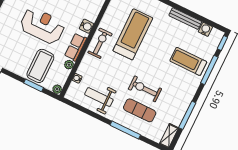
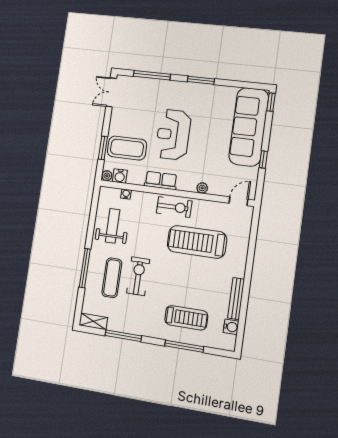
reception desk: (42, 26) -> (173, 135), turned 180
water cooler: (87, 26) -> (120, 176), moved
treadmill: (133, 34) -> (197, 242), turned 180
window: (222, 43) -> (221, 353), removed
treadmill: (188, 61) -> (186, 318), turned 90
plant: (69, 65) -> (202, 188), moved

